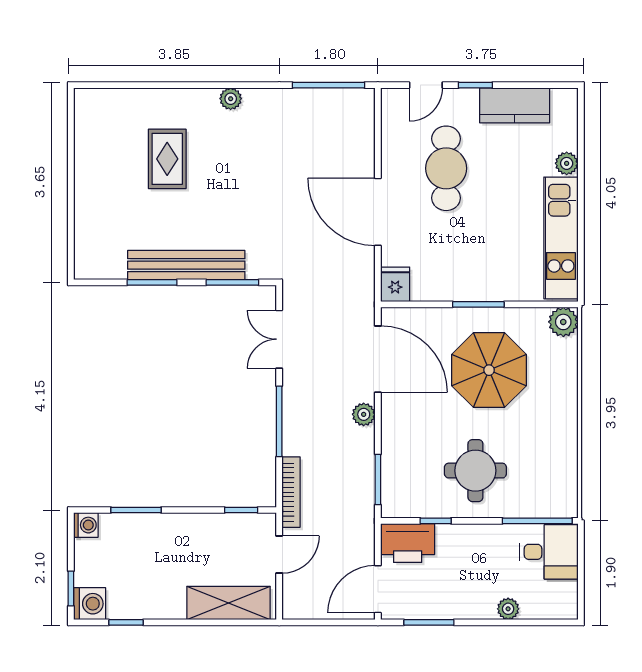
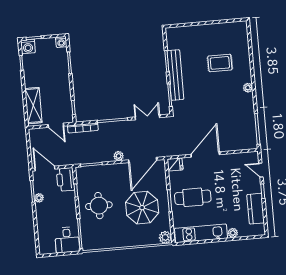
cafe table: (446, 168) -> (193, 197), moved
plant: (508, 609) -> (39, 198), moved

